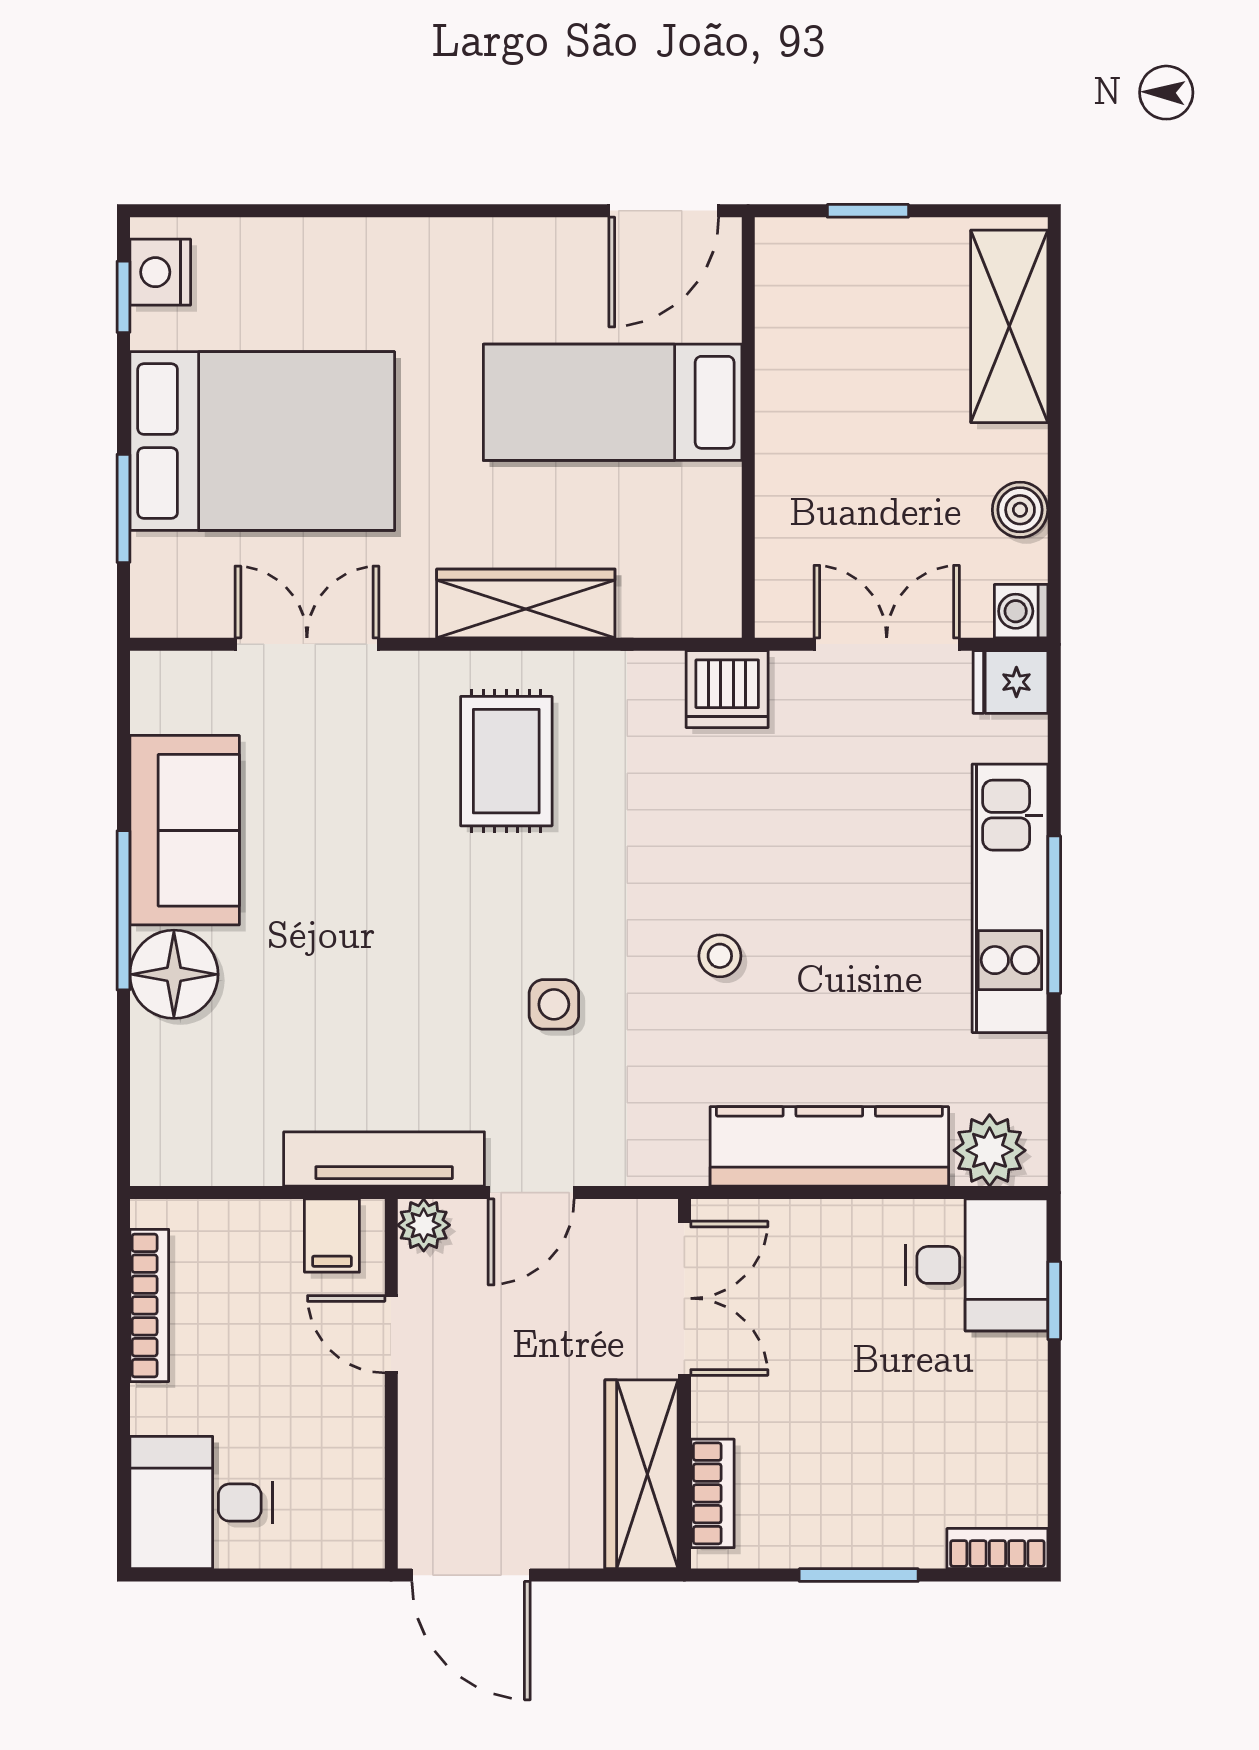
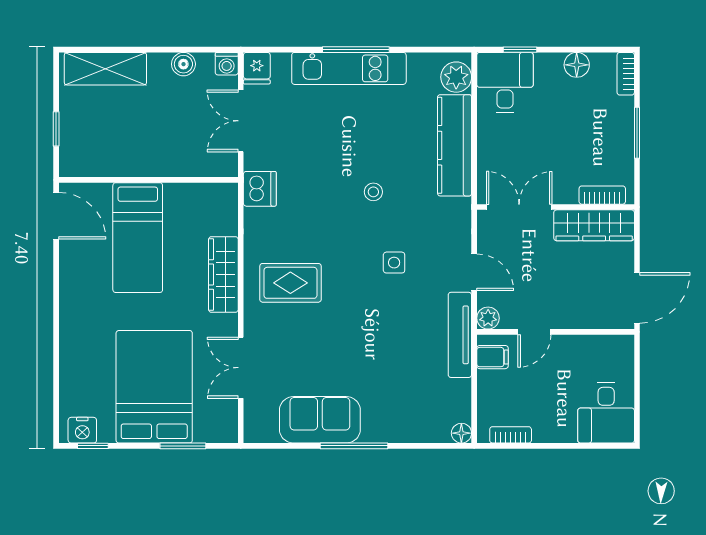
floor lamp: (174, 974) -> (461, 433), moved, width x0.53, depth x0.53
bookcase: (149, 1305) -> (511, 435), width x0.64
floor lamp: (1018, 1433) -> (577, 65), added

